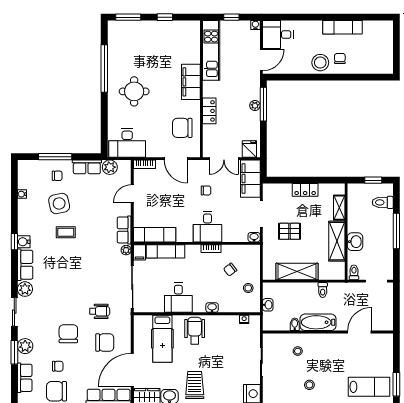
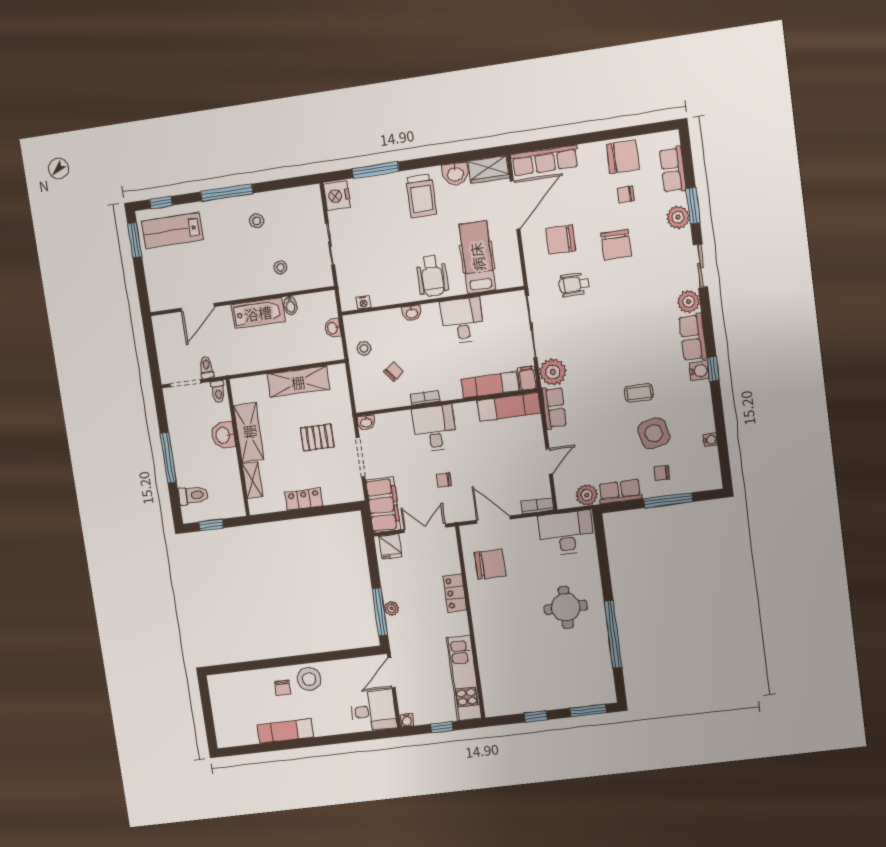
filing cabinet: (191, 82) -> (487, 630), removed
plant: (126, 250) -> (553, 372), width x1.87, depth x1.87
toilet: (323, 290) -> (206, 367), moved

